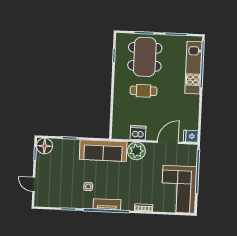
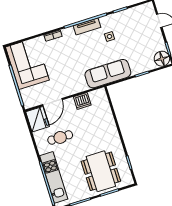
cafe table: (144, 91) -> (60, 137), moved
fridge: (191, 136) -> (38, 119), width x1.88, depth x1.34
plant: (136, 151) -> (78, 84), removed

